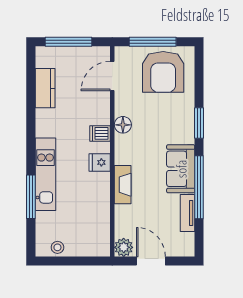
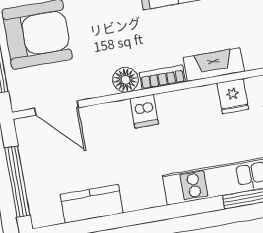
bookcase: (120, 149) -> (162, 77), added
fridge: (100, 162) -> (233, 96), moved

